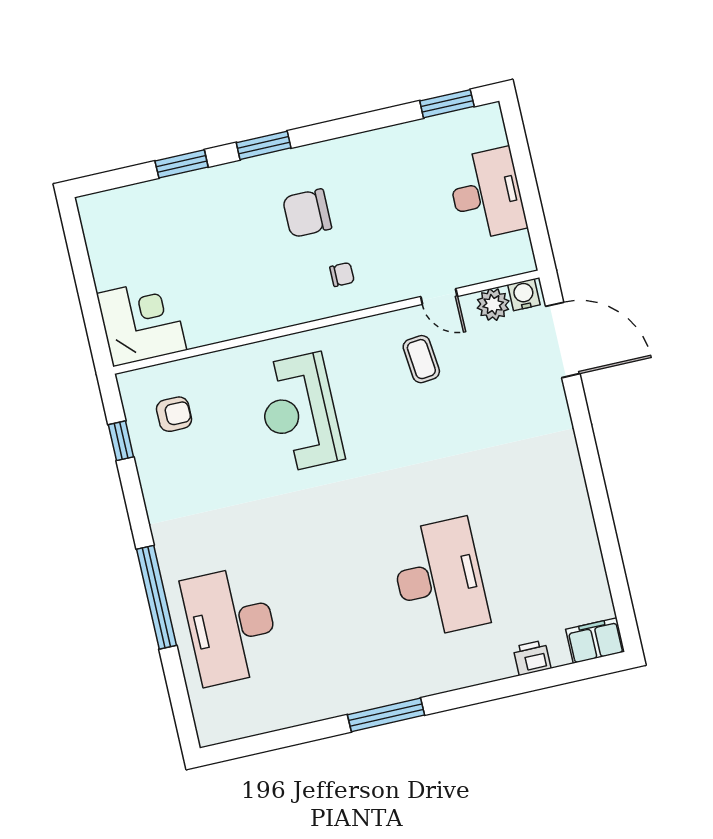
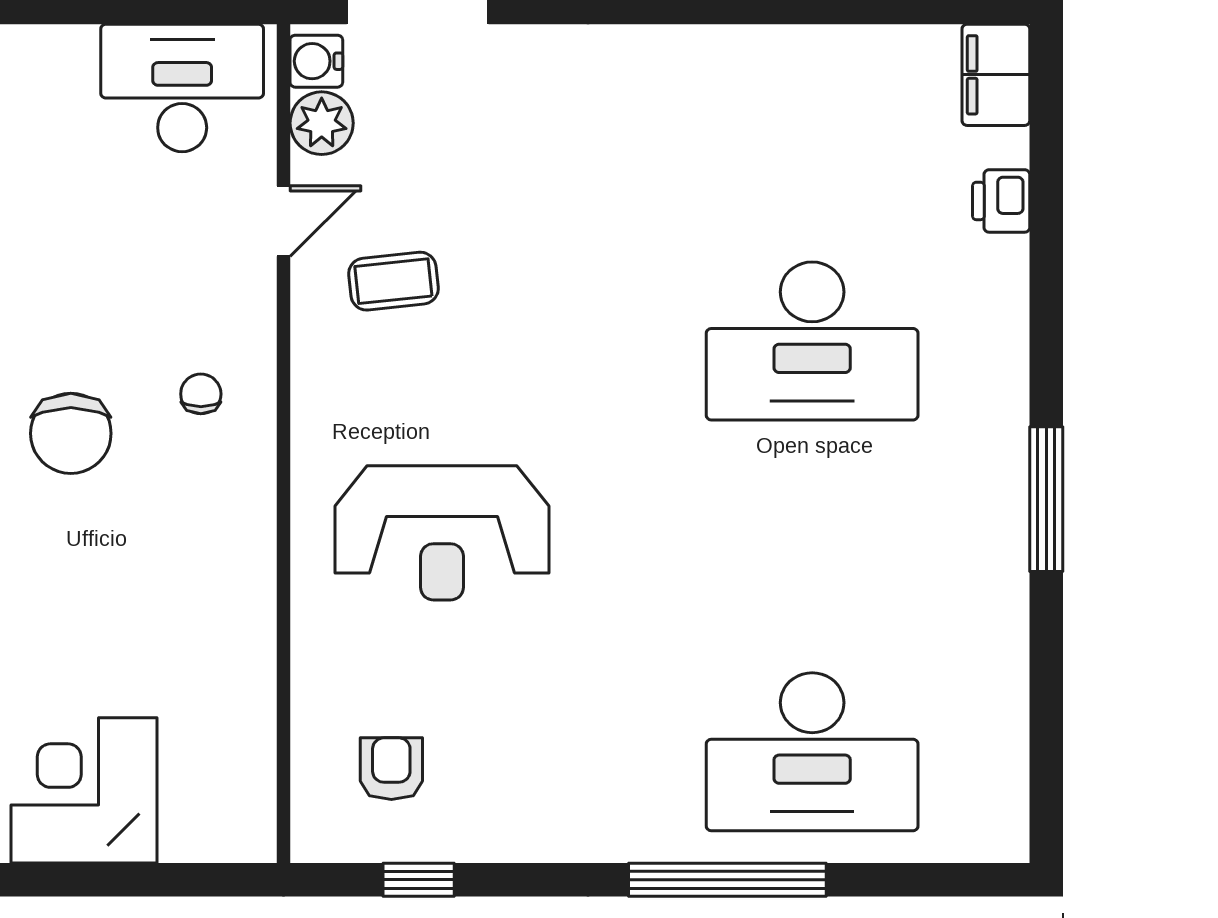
desk: (487, 194) -> (182, 88), moved
corner desk: (142, 322) -> (84, 790), moved
desk: (439, 578) -> (812, 341), turned 180

